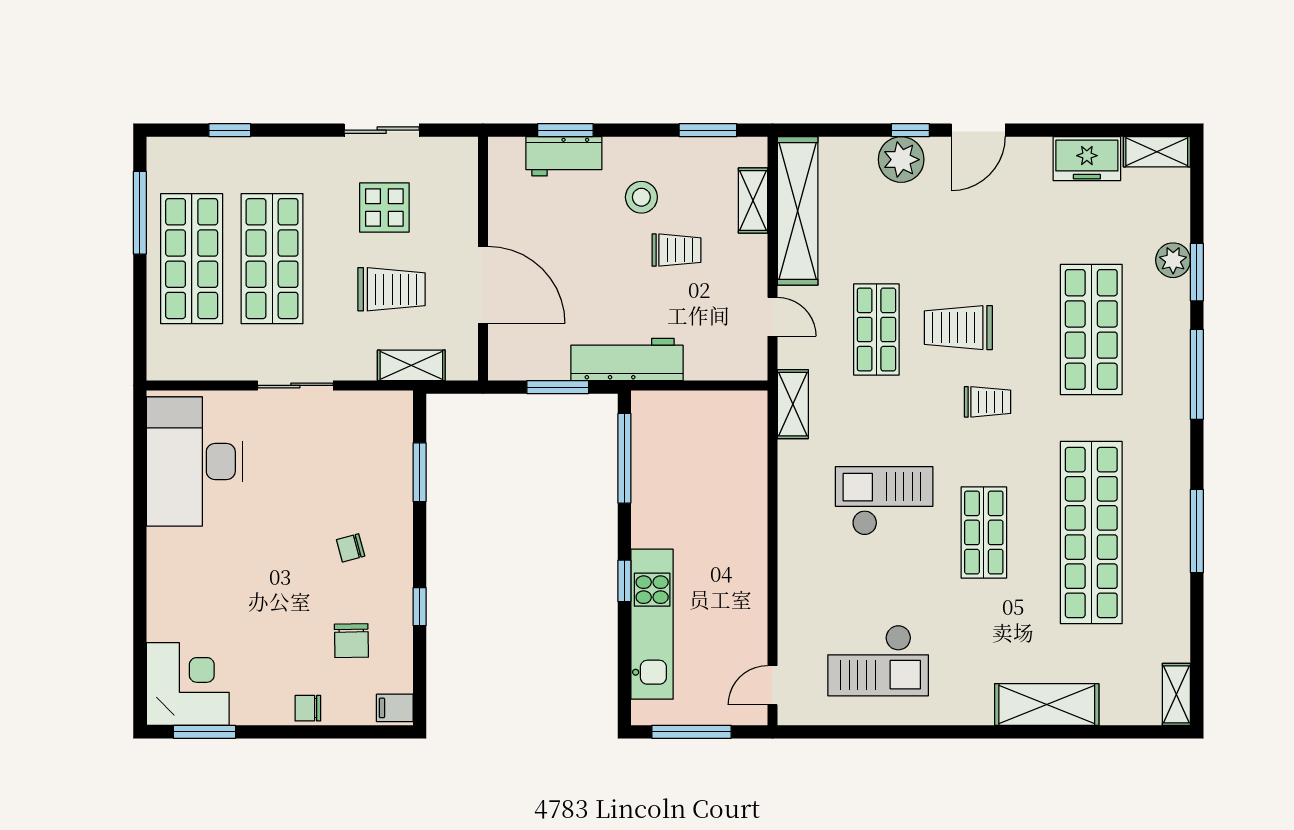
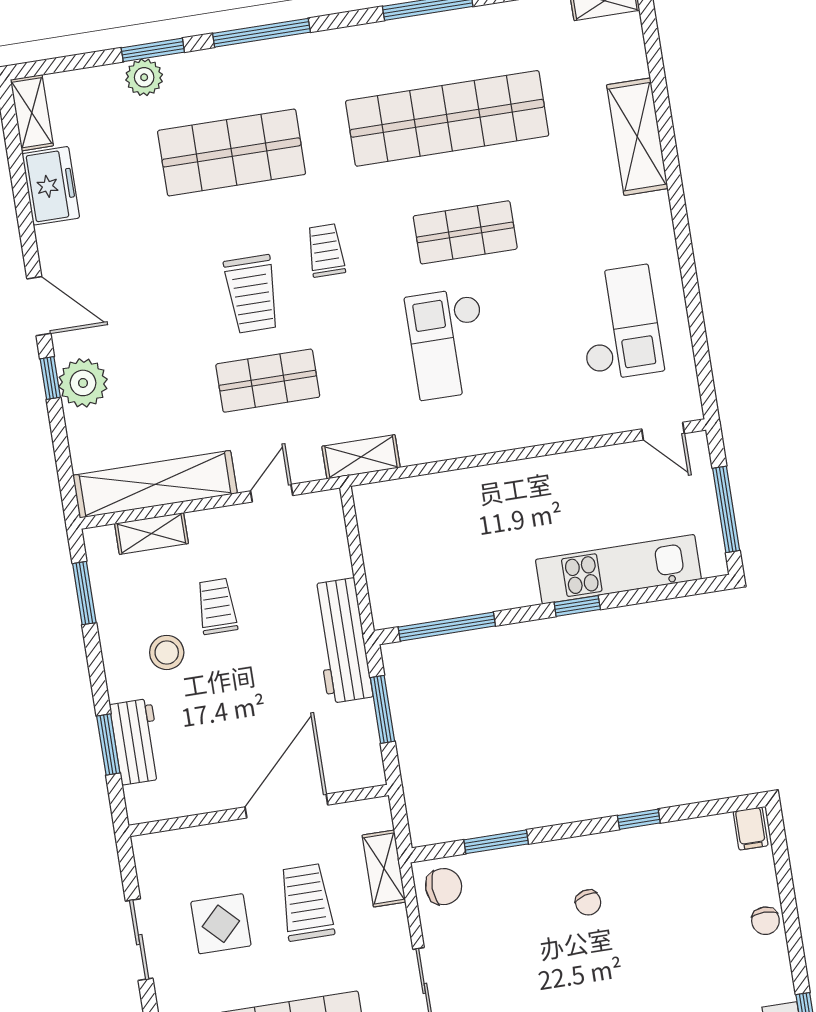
chair: (351, 641) -> (444, 887), moved

